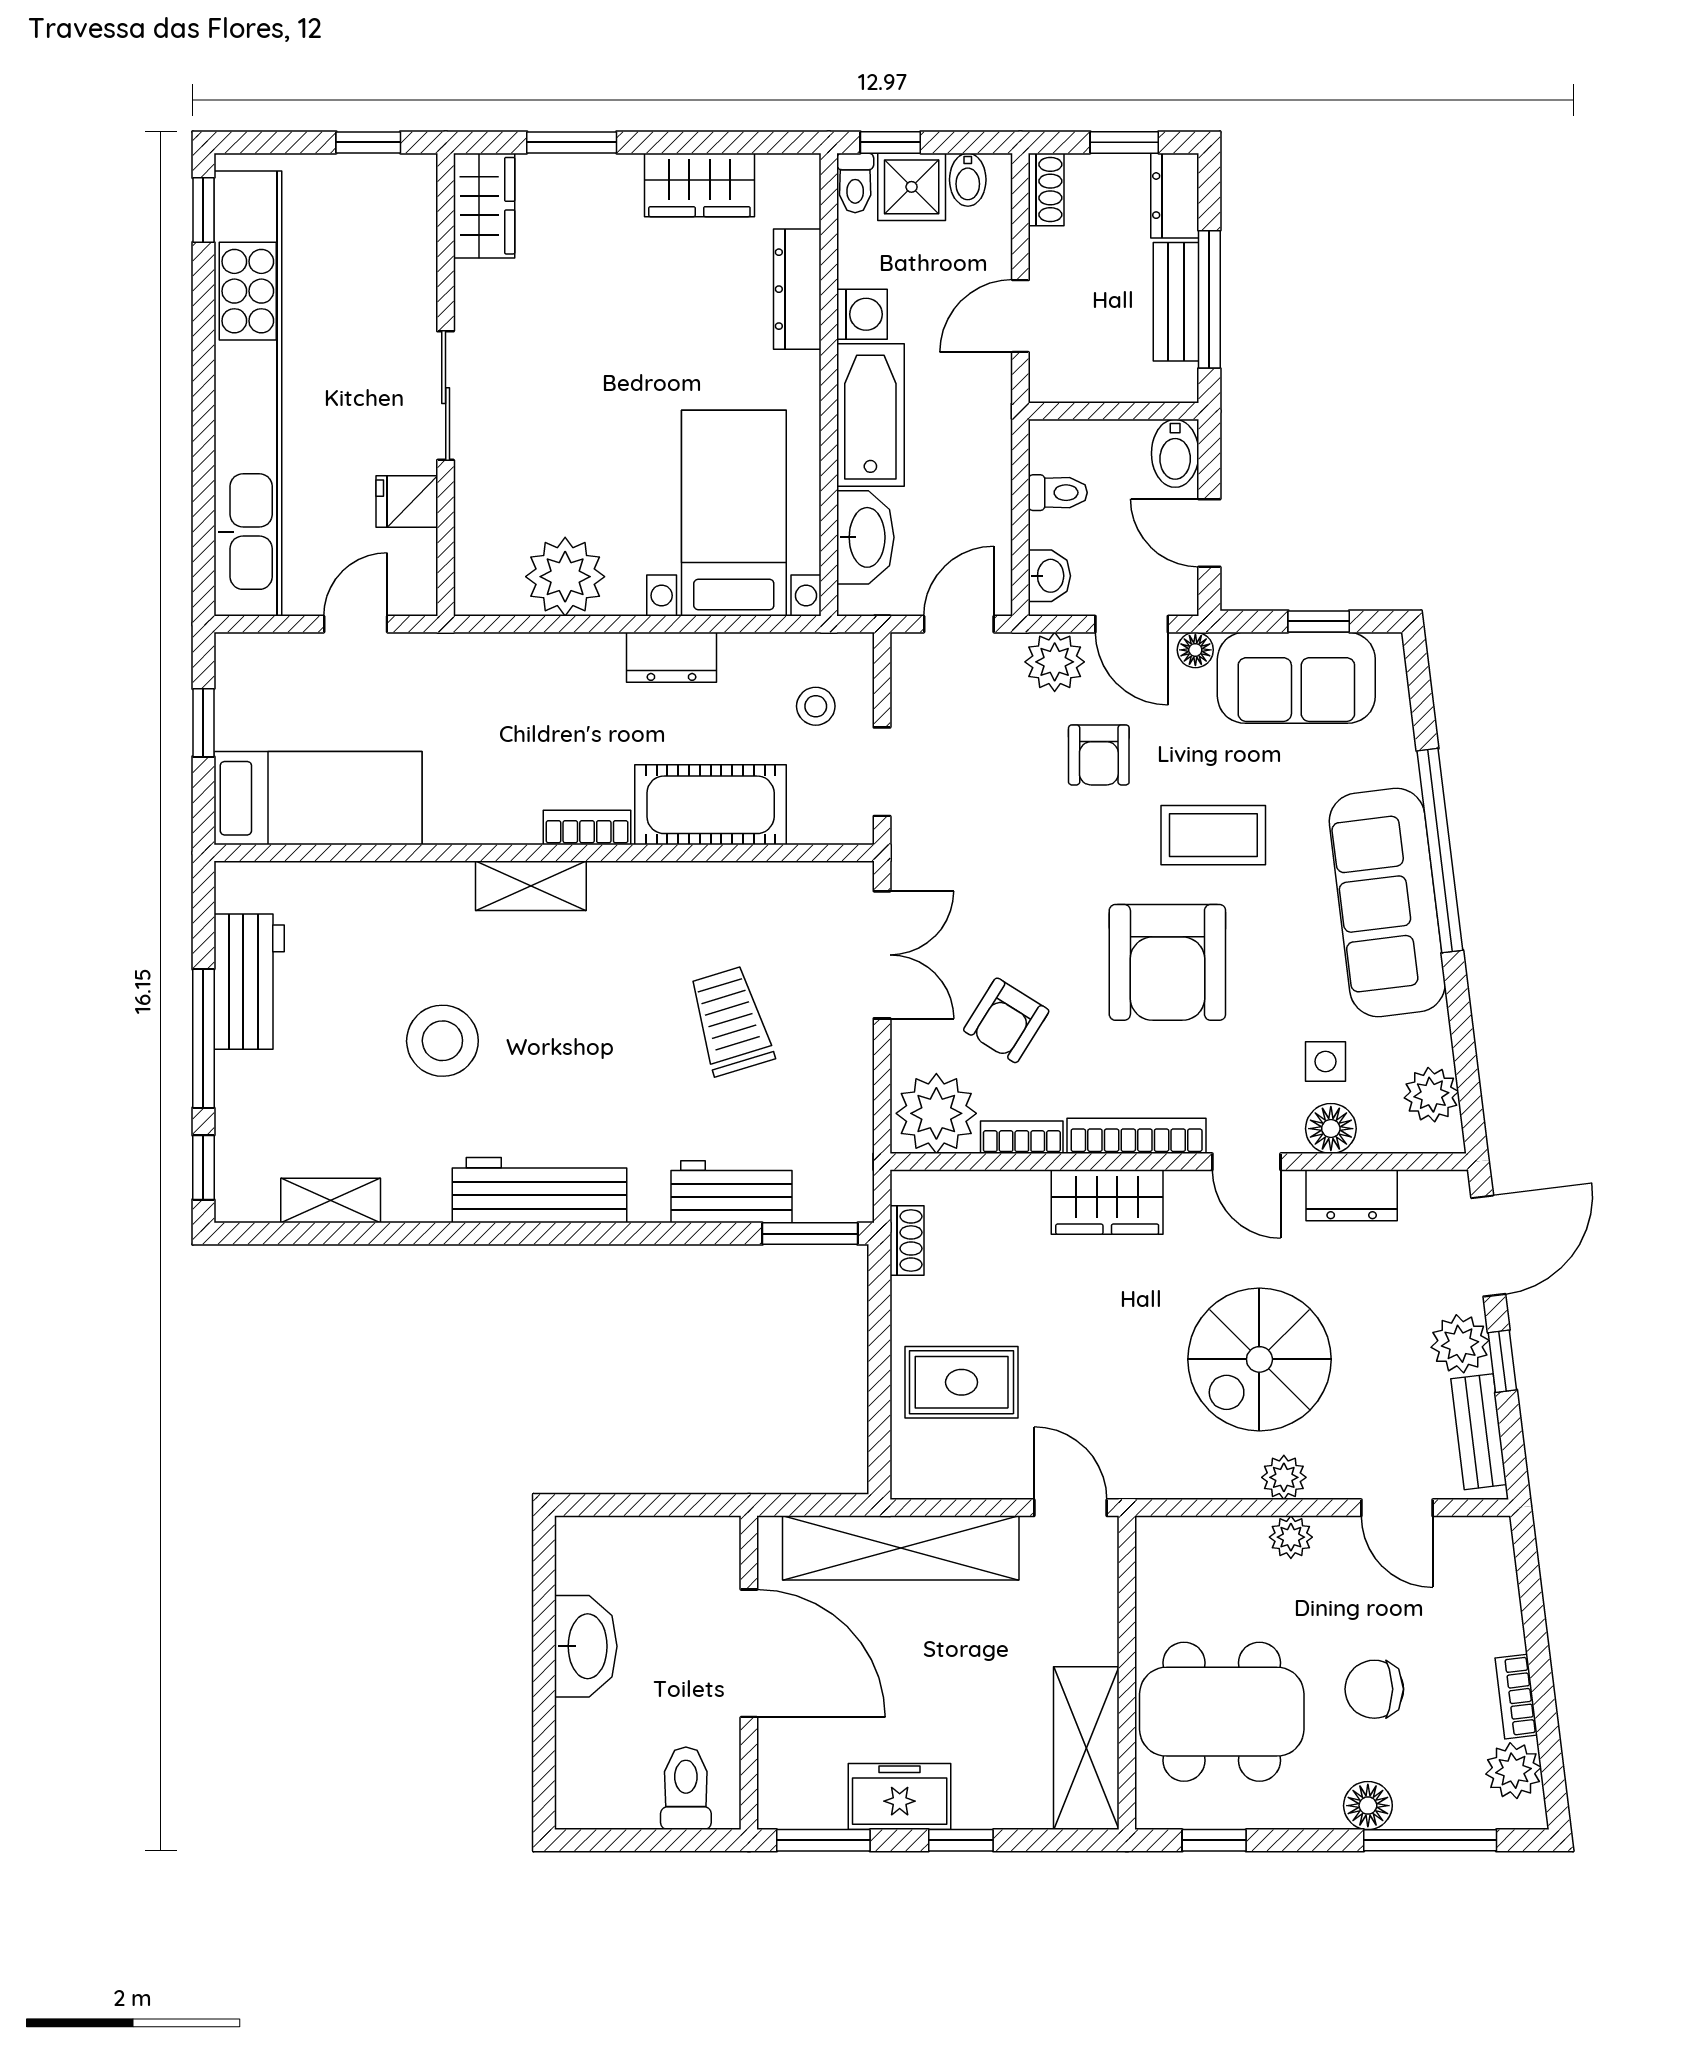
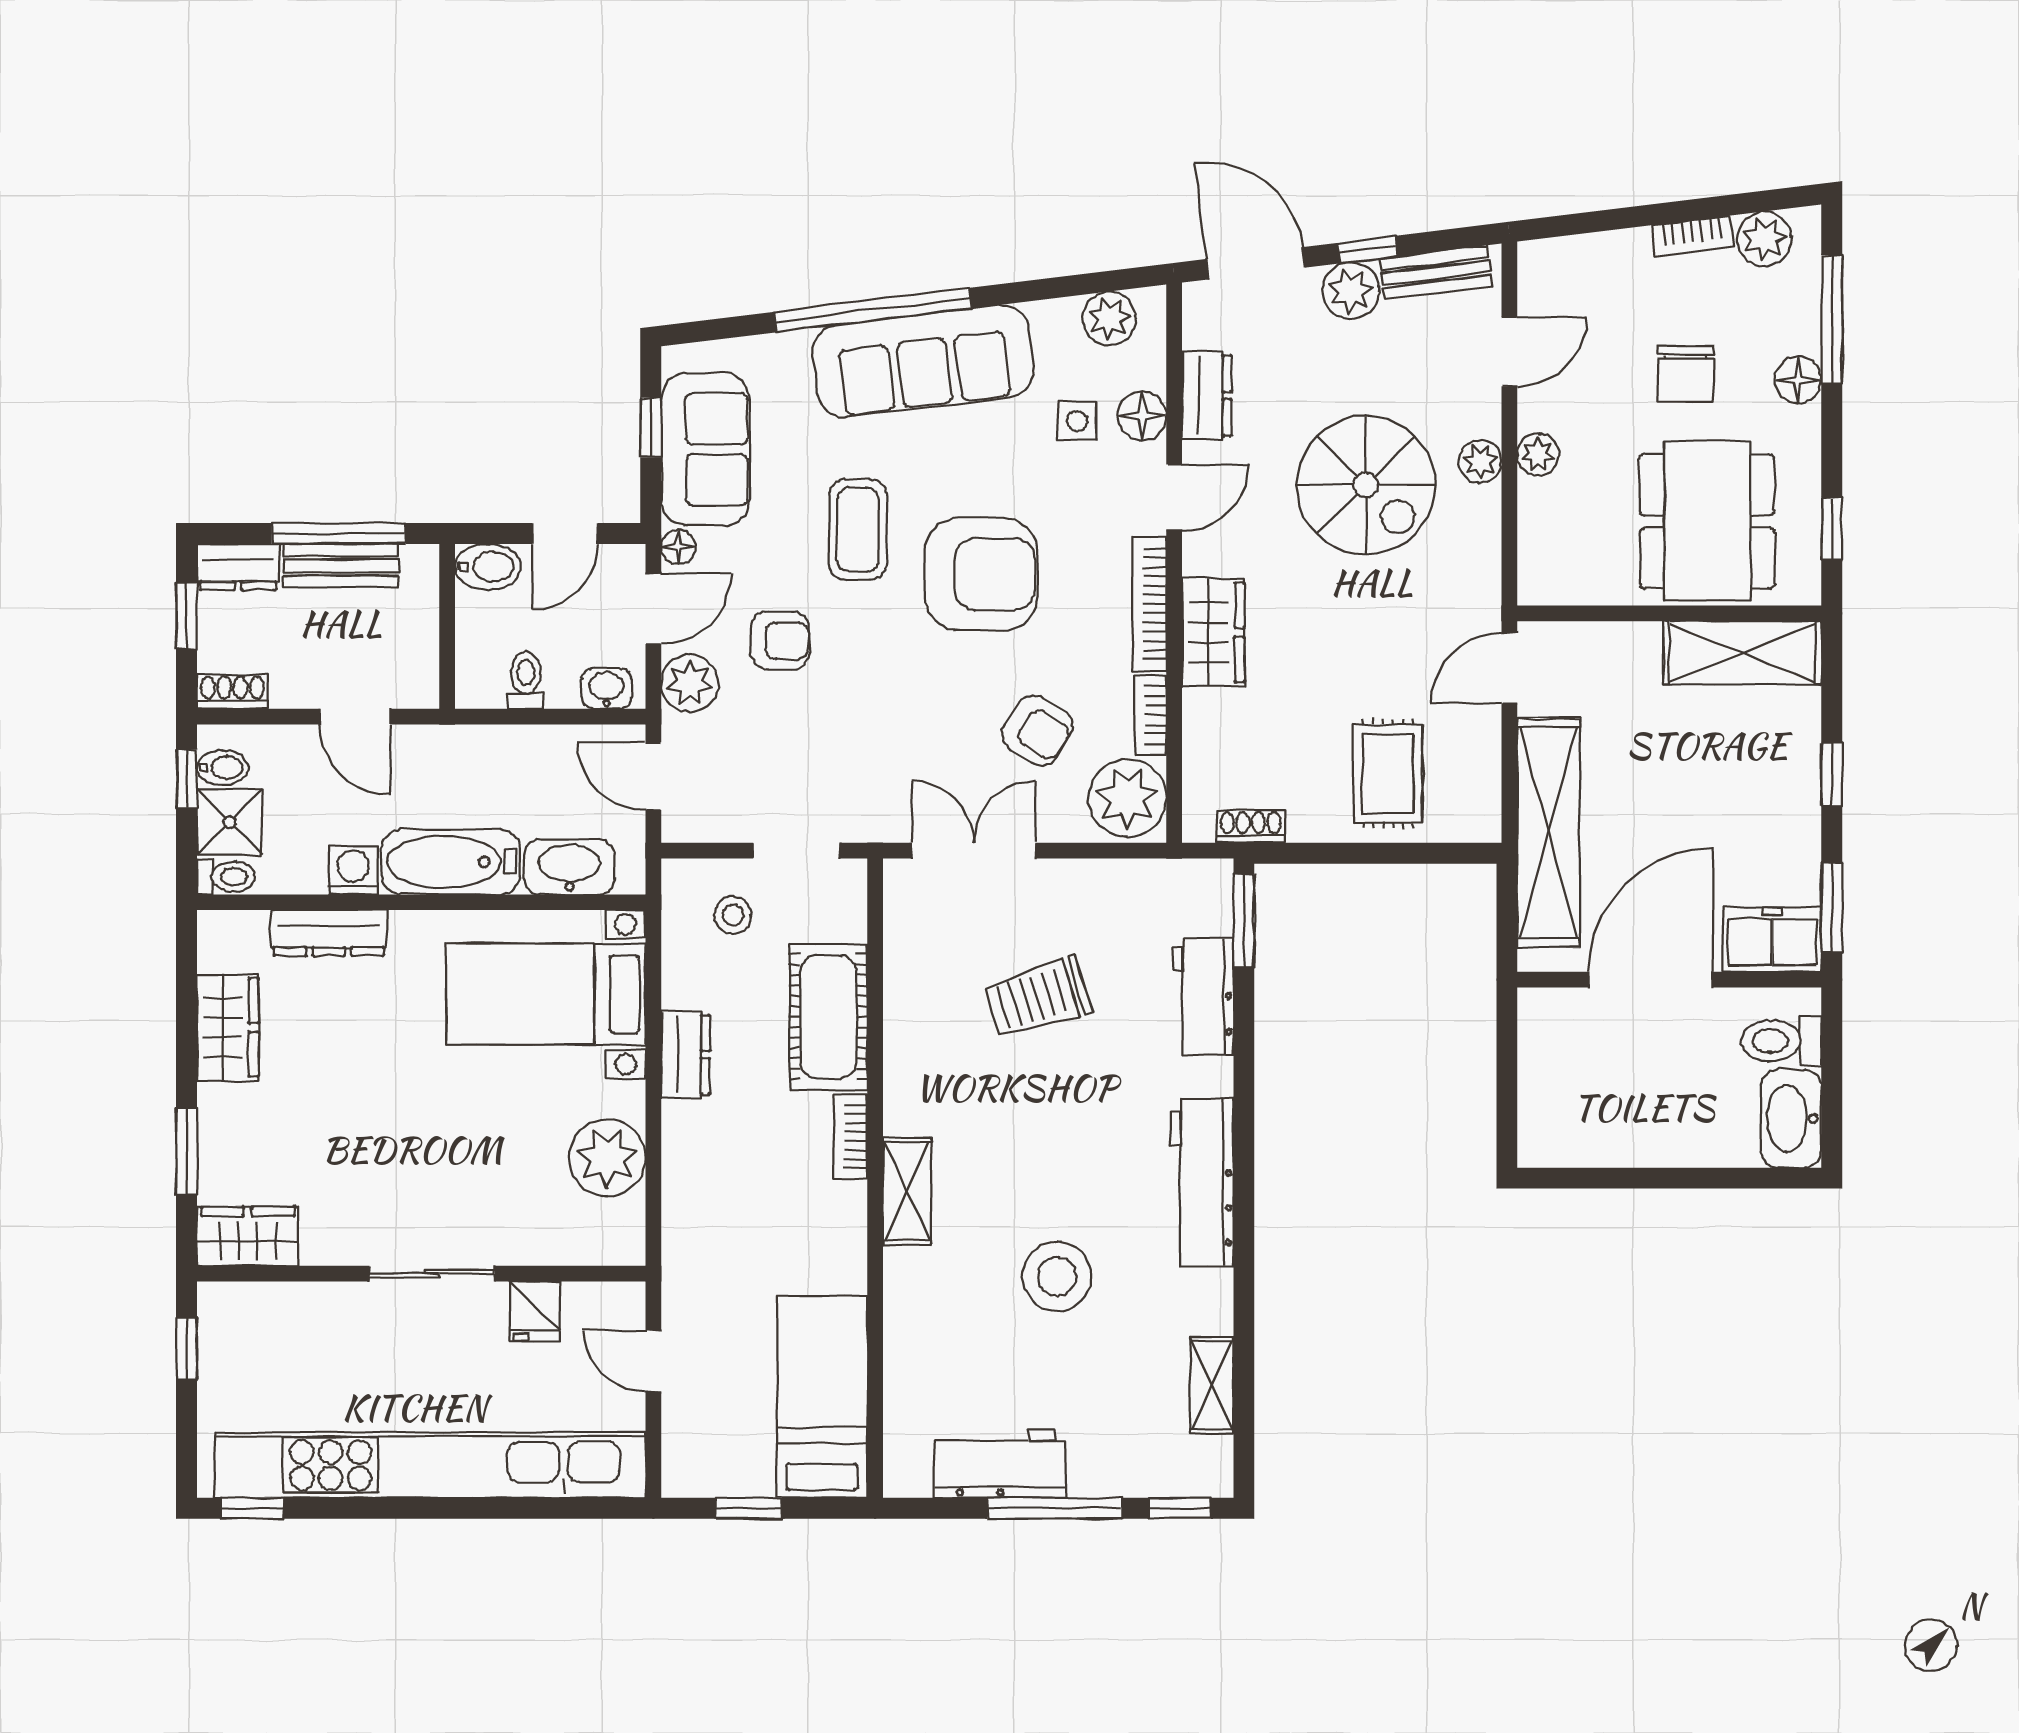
window: (890, 142) -> (187, 779), moved
washbasin: (586, 1646) -> (1791, 1119), moved, turned -90
freezer: (900, 1797) -> (1772, 940), moved, turned 90

